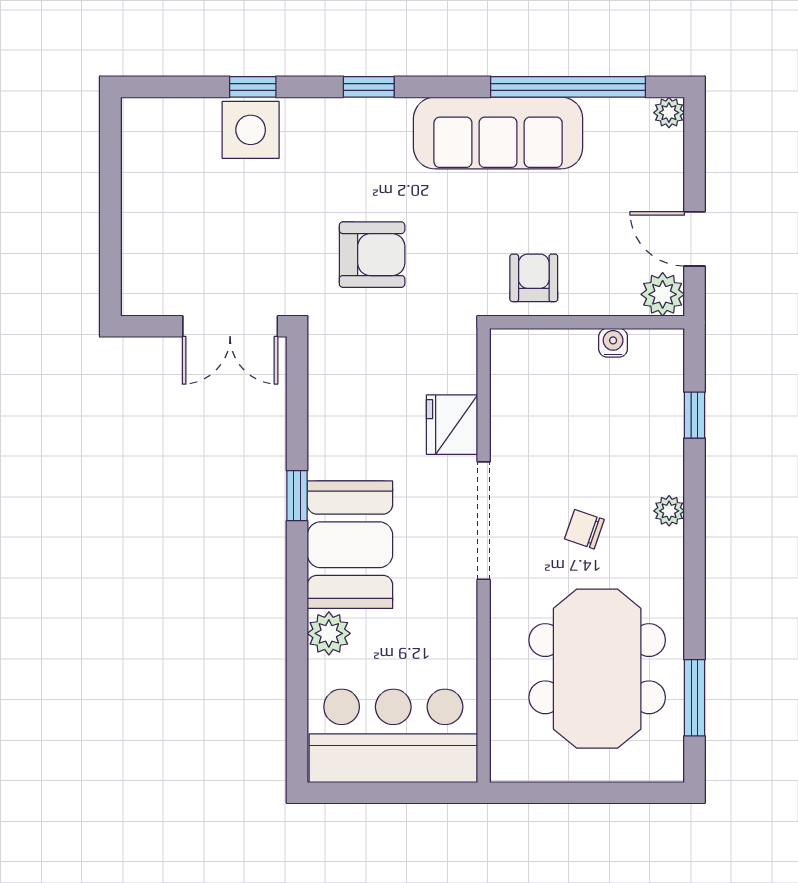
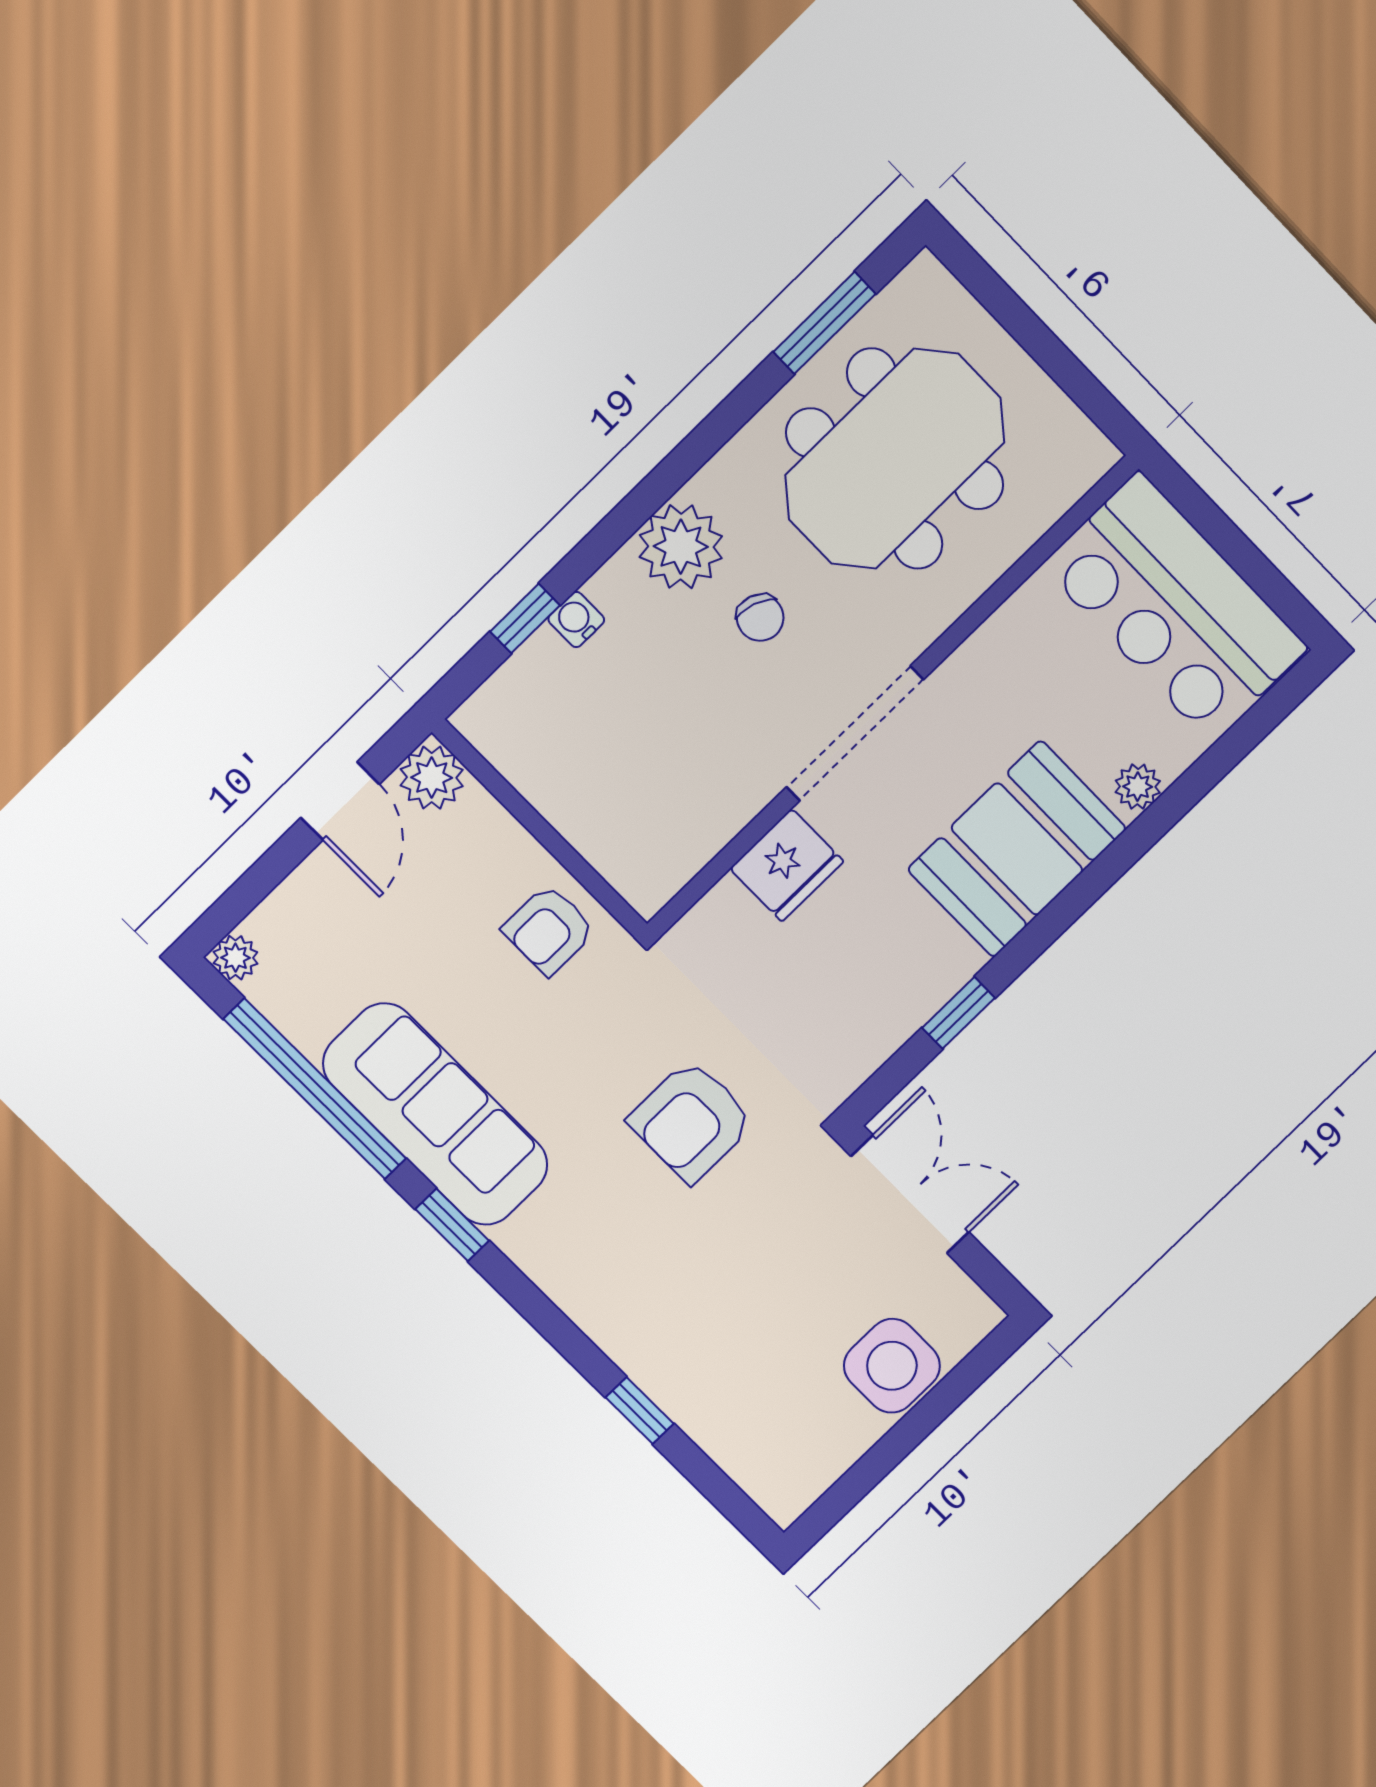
window: (369, 87) -> (452, 1225), moved
side table: (251, 130) -> (892, 1366), moved
armchair: (372, 255) -> (691, 1121), turned -90
water cooler: (613, 343) -> (576, 620), moved, turned 90
window: (297, 496) -> (959, 1013), moved
plant: (669, 511) -> (681, 547), width x1.87, depth x1.87
plant: (329, 633) -> (1138, 787), width x0.73, depth x0.73

